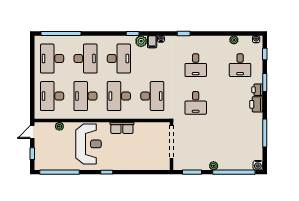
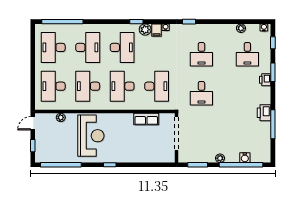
printer: (256, 104) -> (264, 113), moved
row of seats: (122, 128) -> (146, 119), moved
water cooler: (258, 165) -> (245, 158), moved

